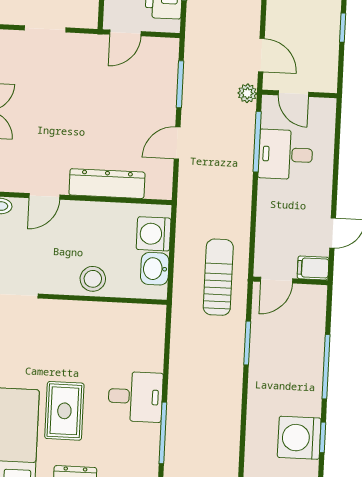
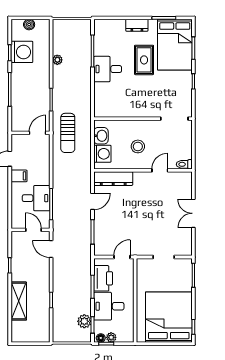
plant: (247, 93) -> (57, 60), moved
dresser: (107, 184) -> (113, 179), moved
filing cabinet: (313, 268) -> (19, 176), moved
stool: (93, 279) -> (138, 146), moved

